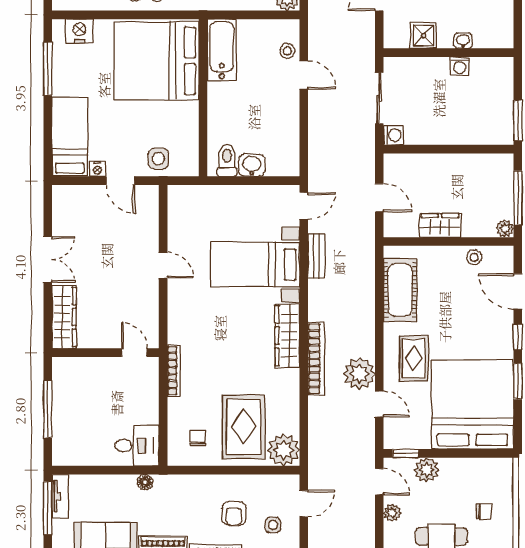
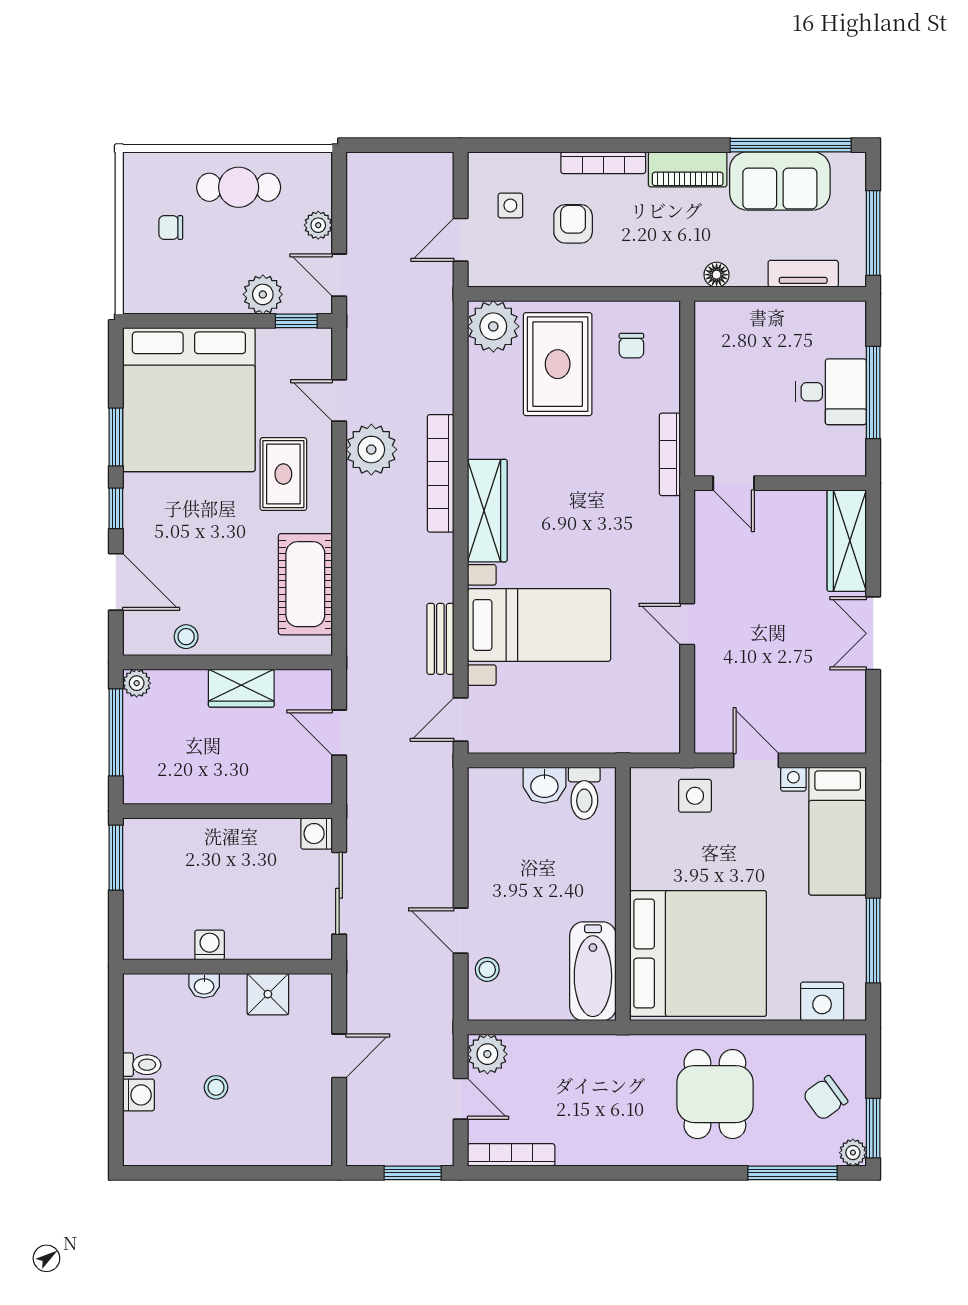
desk: (137, 446) -> (831, 392), moved, turned 180
tv unit: (60, 496) -> (803, 274), moved, turned 90

